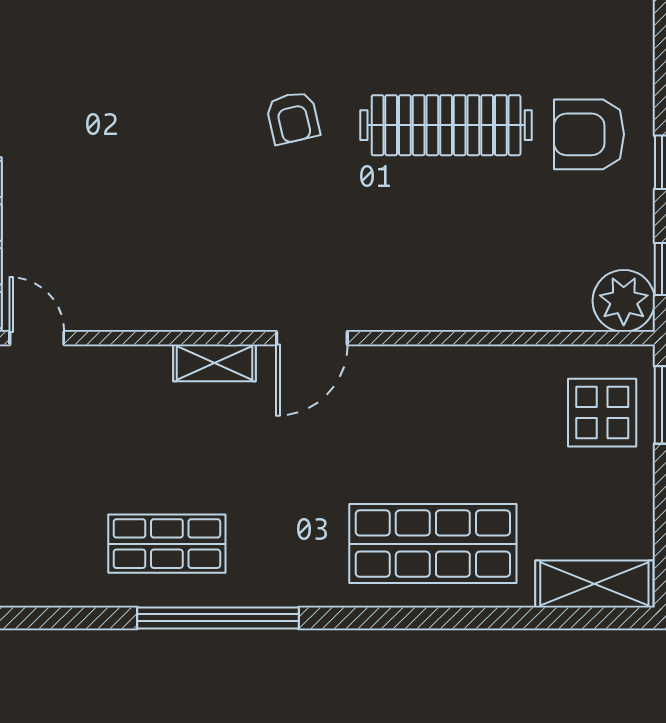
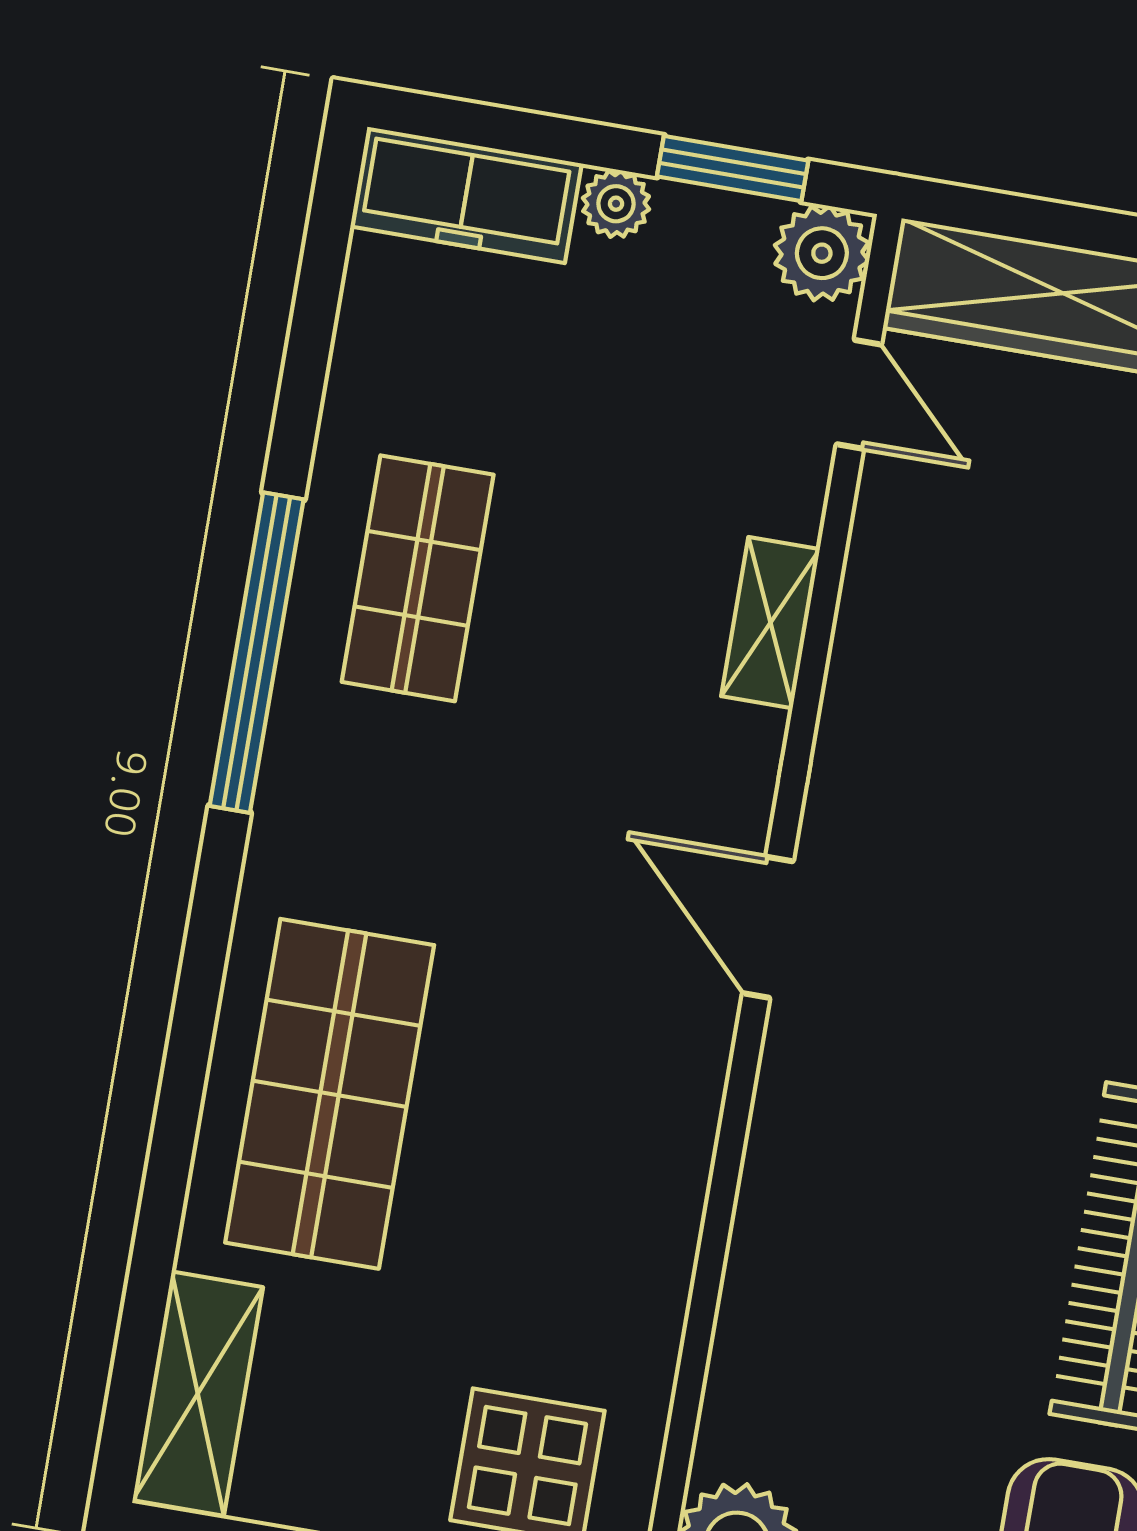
door: (37, 338) -> (859, 394), hinge flipped
shelving: (215, 363) -> (770, 623), moved

